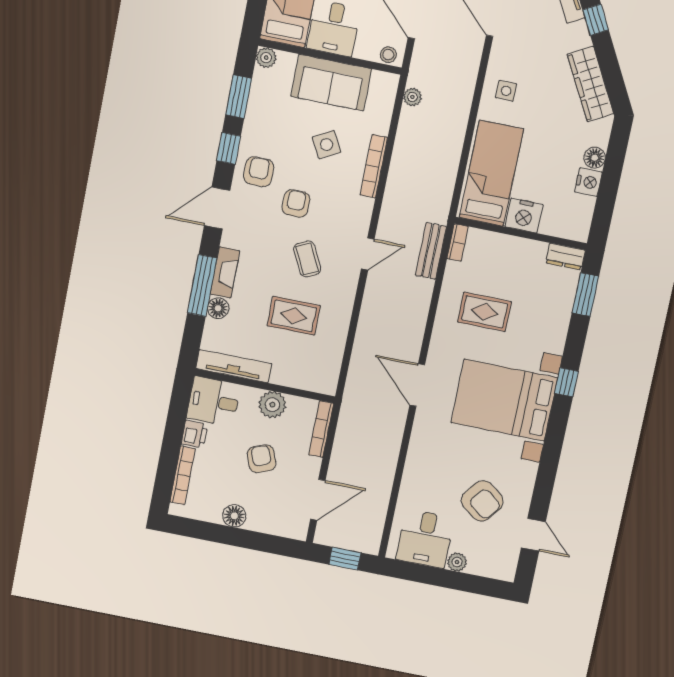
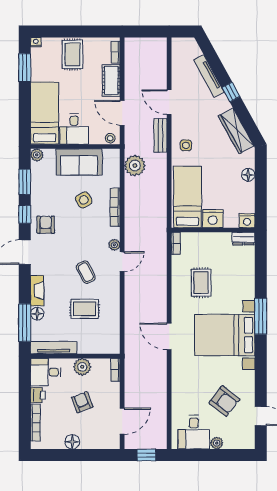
plant: (412, 97) -> (135, 166), width x1.88, depth x1.88
nightstand: (588, 182) -> (247, 221), moved, turned 90
armchair: (296, 203) -> (72, 240), removed
plant: (361, 225) -> (114, 245), added
bench: (431, 251) -> (160, 135), moved
window: (202, 286) -> (25, 323), moved
window: (585, 294) -> (261, 259), removed
rug: (484, 312) -> (201, 283), turned 90
window: (566, 382) -> (261, 316), width x2.17
bookcase: (321, 429) -> (115, 370), width x0.64

